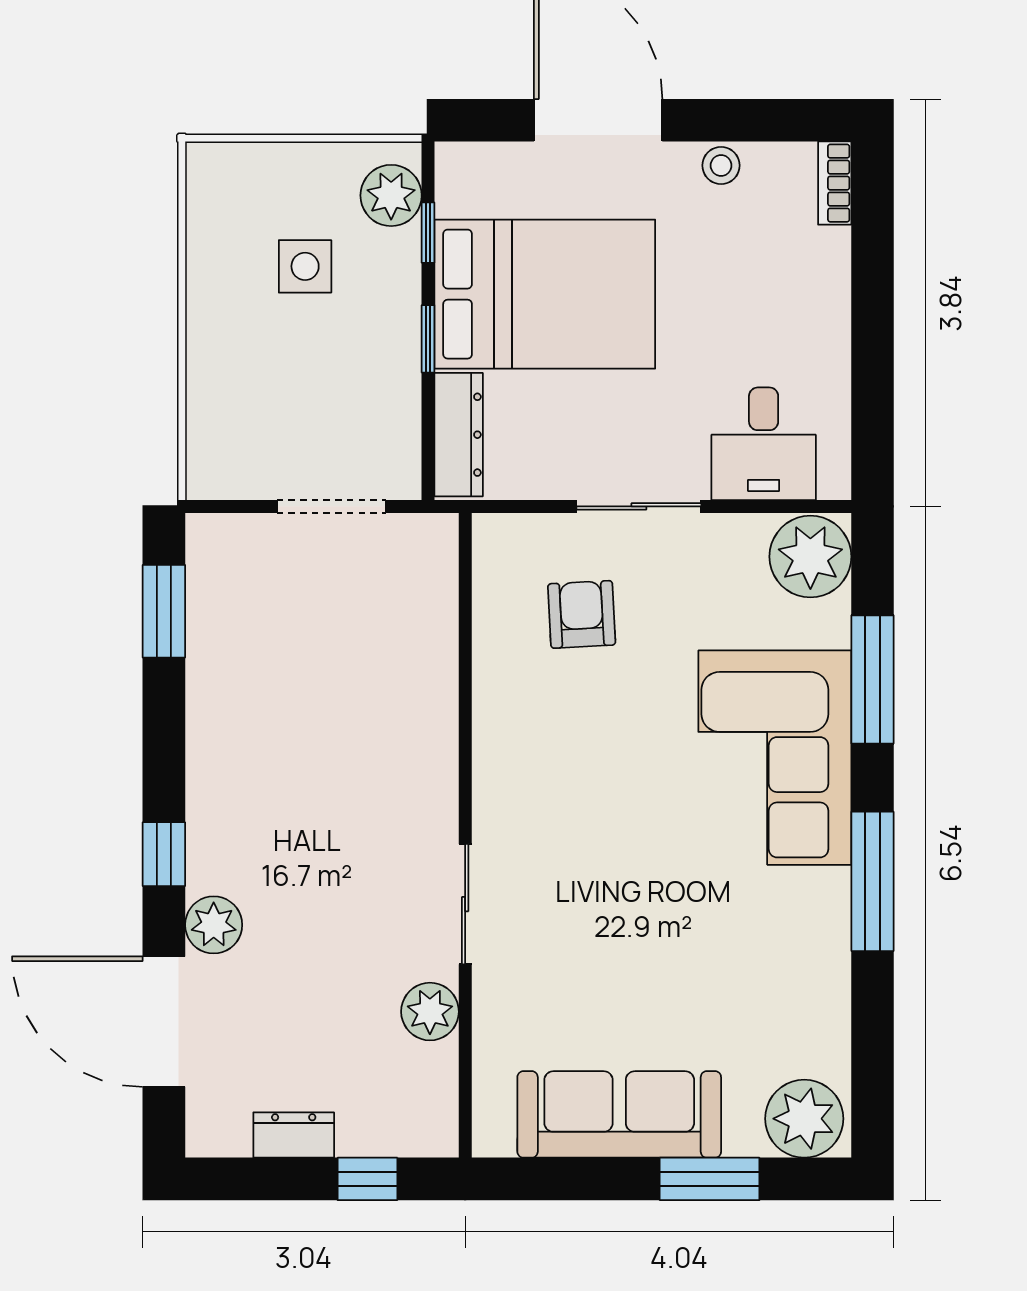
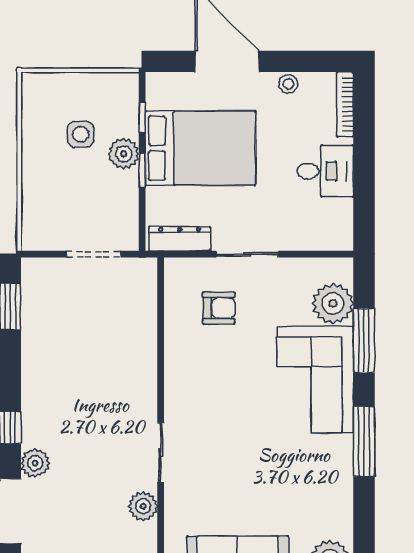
bookcase: (835, 183) -> (345, 104), width x1.56
plant: (391, 195) -> (124, 154), moved
dresser: (459, 435) -> (180, 239), moved, turned -90
desk: (764, 444) -> (325, 171), moved, turned -90
plant: (810, 557) -> (333, 303), moved
armchair: (582, 614) -> (219, 308), turned 93

